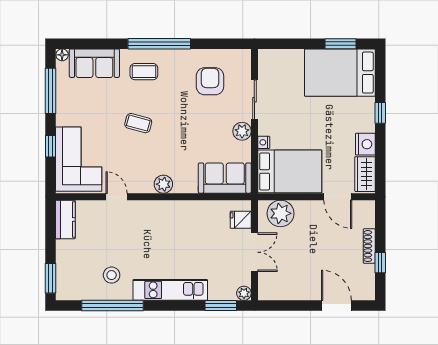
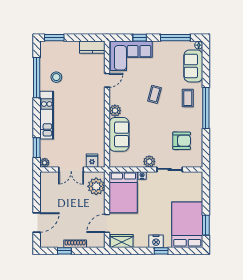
nightstand: (365, 144) -> (156, 241), moved
sofa: (225, 178) -> (119, 134), moved

